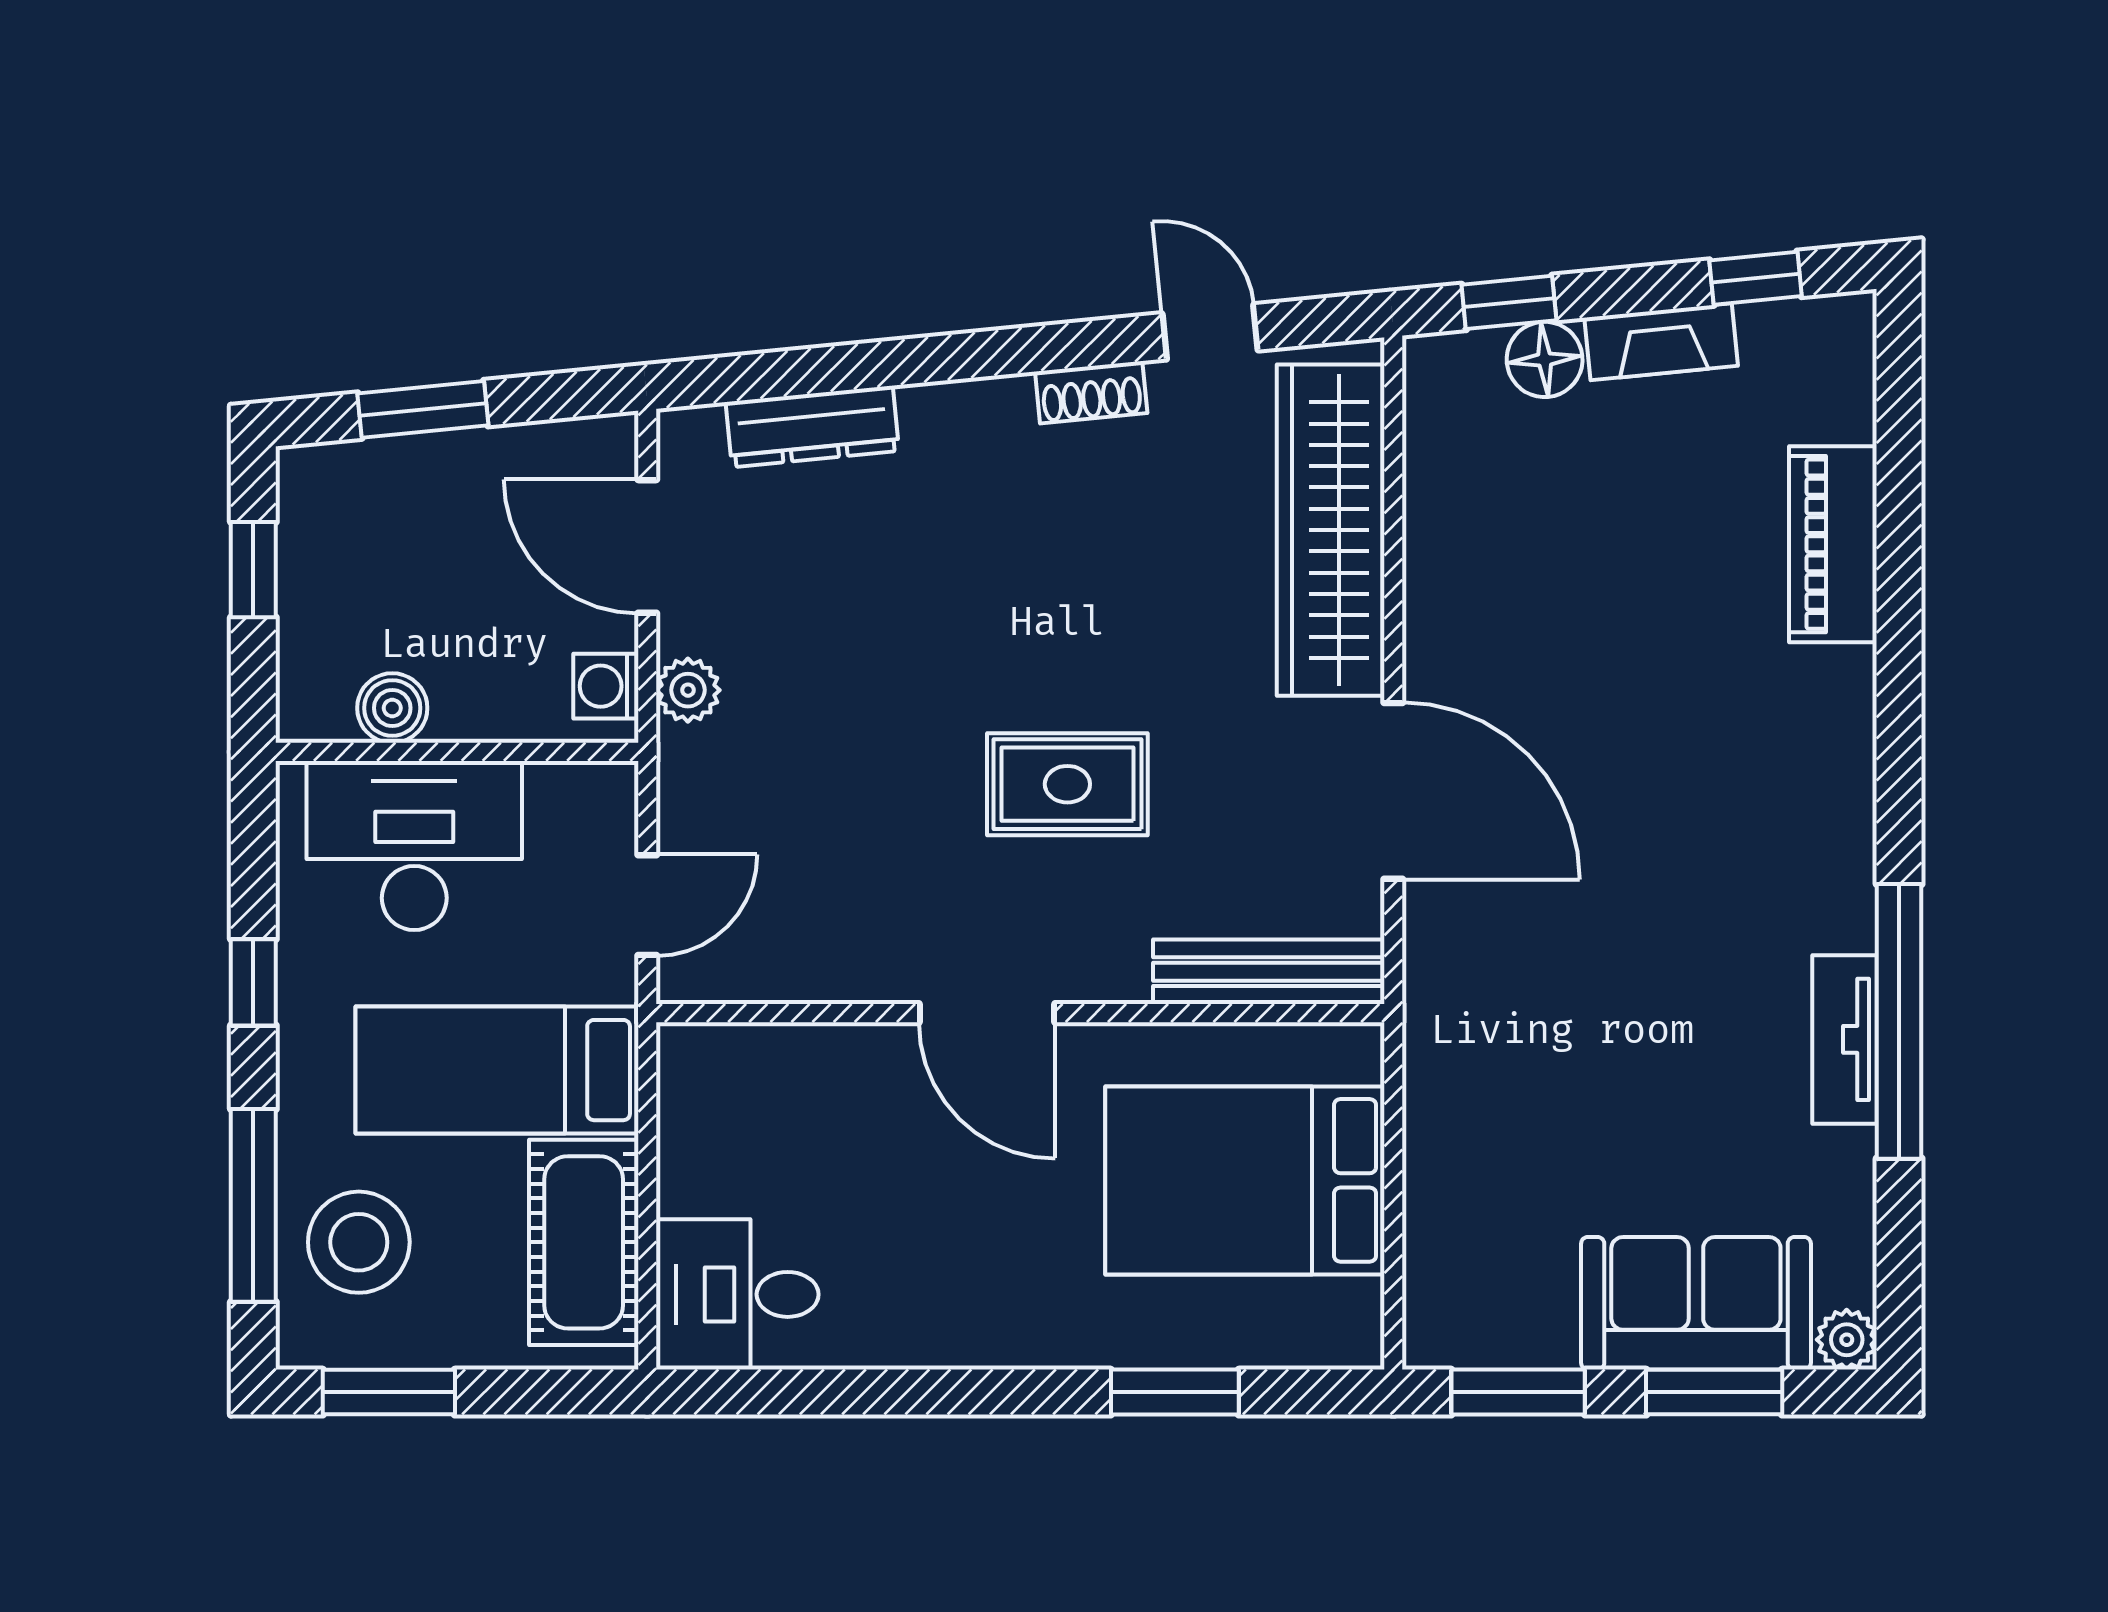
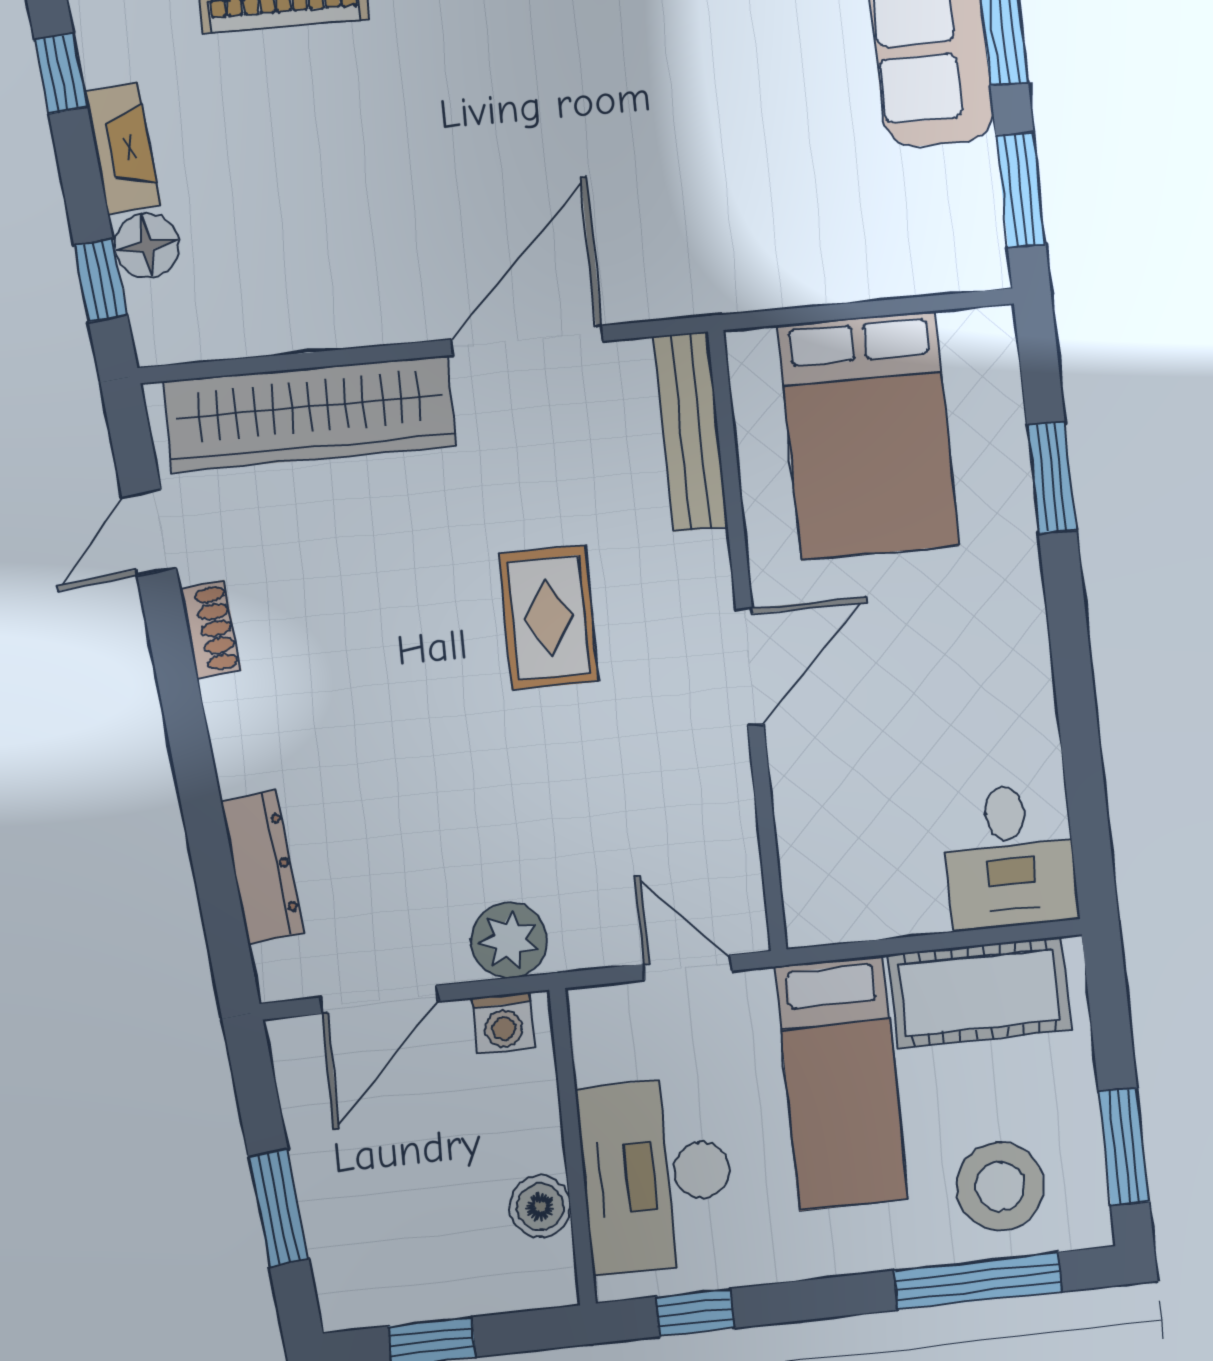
plant: (688, 690) -> (509, 940), width x1.38, depth x1.38
window: (253, 982) -> (695, 1312), moved

